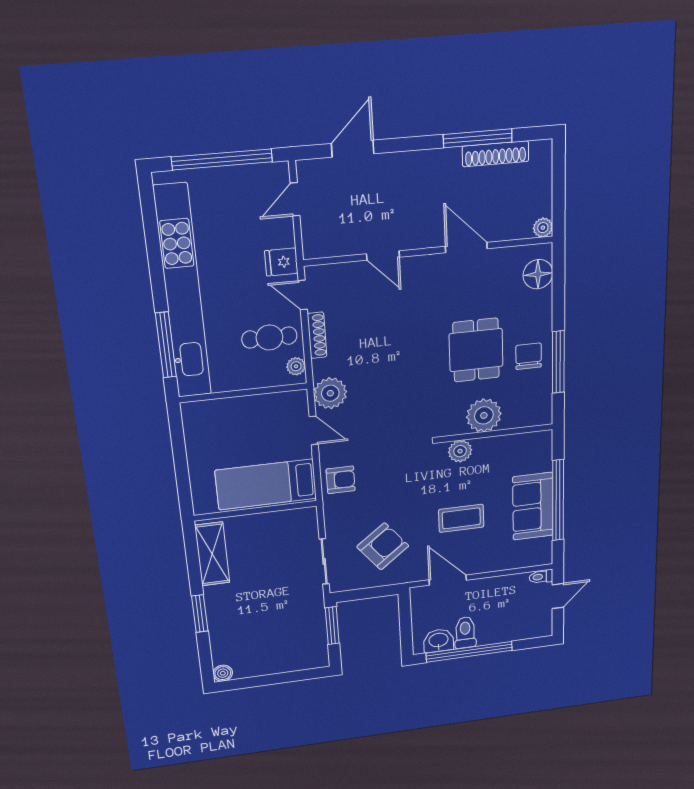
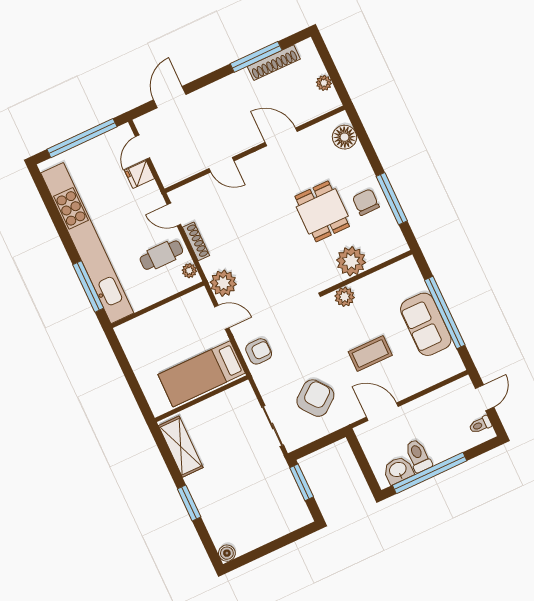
plant: (543, 228) -> (324, 83), moved
fridge: (281, 262) -> (139, 174), moved
toilet: (541, 577) -> (480, 425), moved

